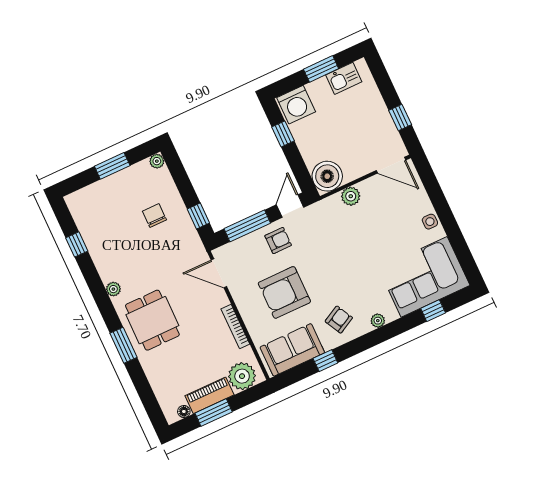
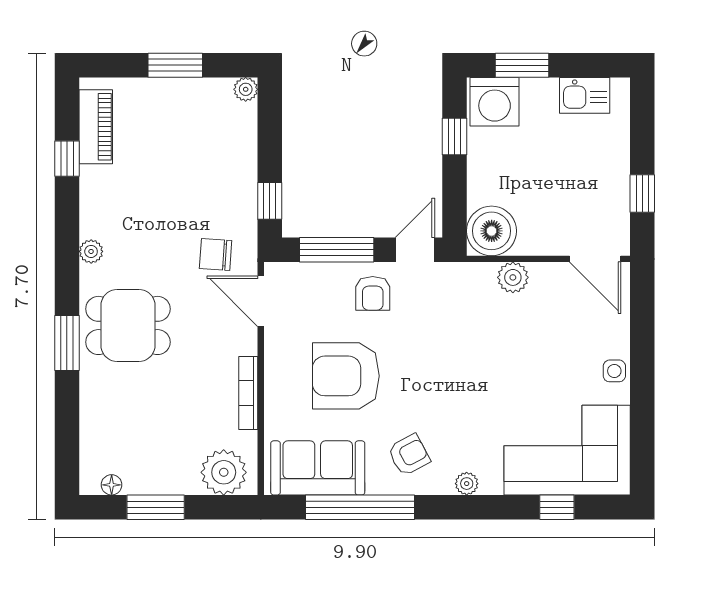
window: (321, 69) -> (522, 65), moved
chair: (154, 216) -> (216, 255), moved, turned -86
armchair: (278, 240) -> (373, 293), turned 90
dining table: (152, 320) -> (128, 325), turned 90
window: (325, 361) -> (360, 507), width x3.17
piano: (209, 395) -> (96, 127), moved, turned 90

